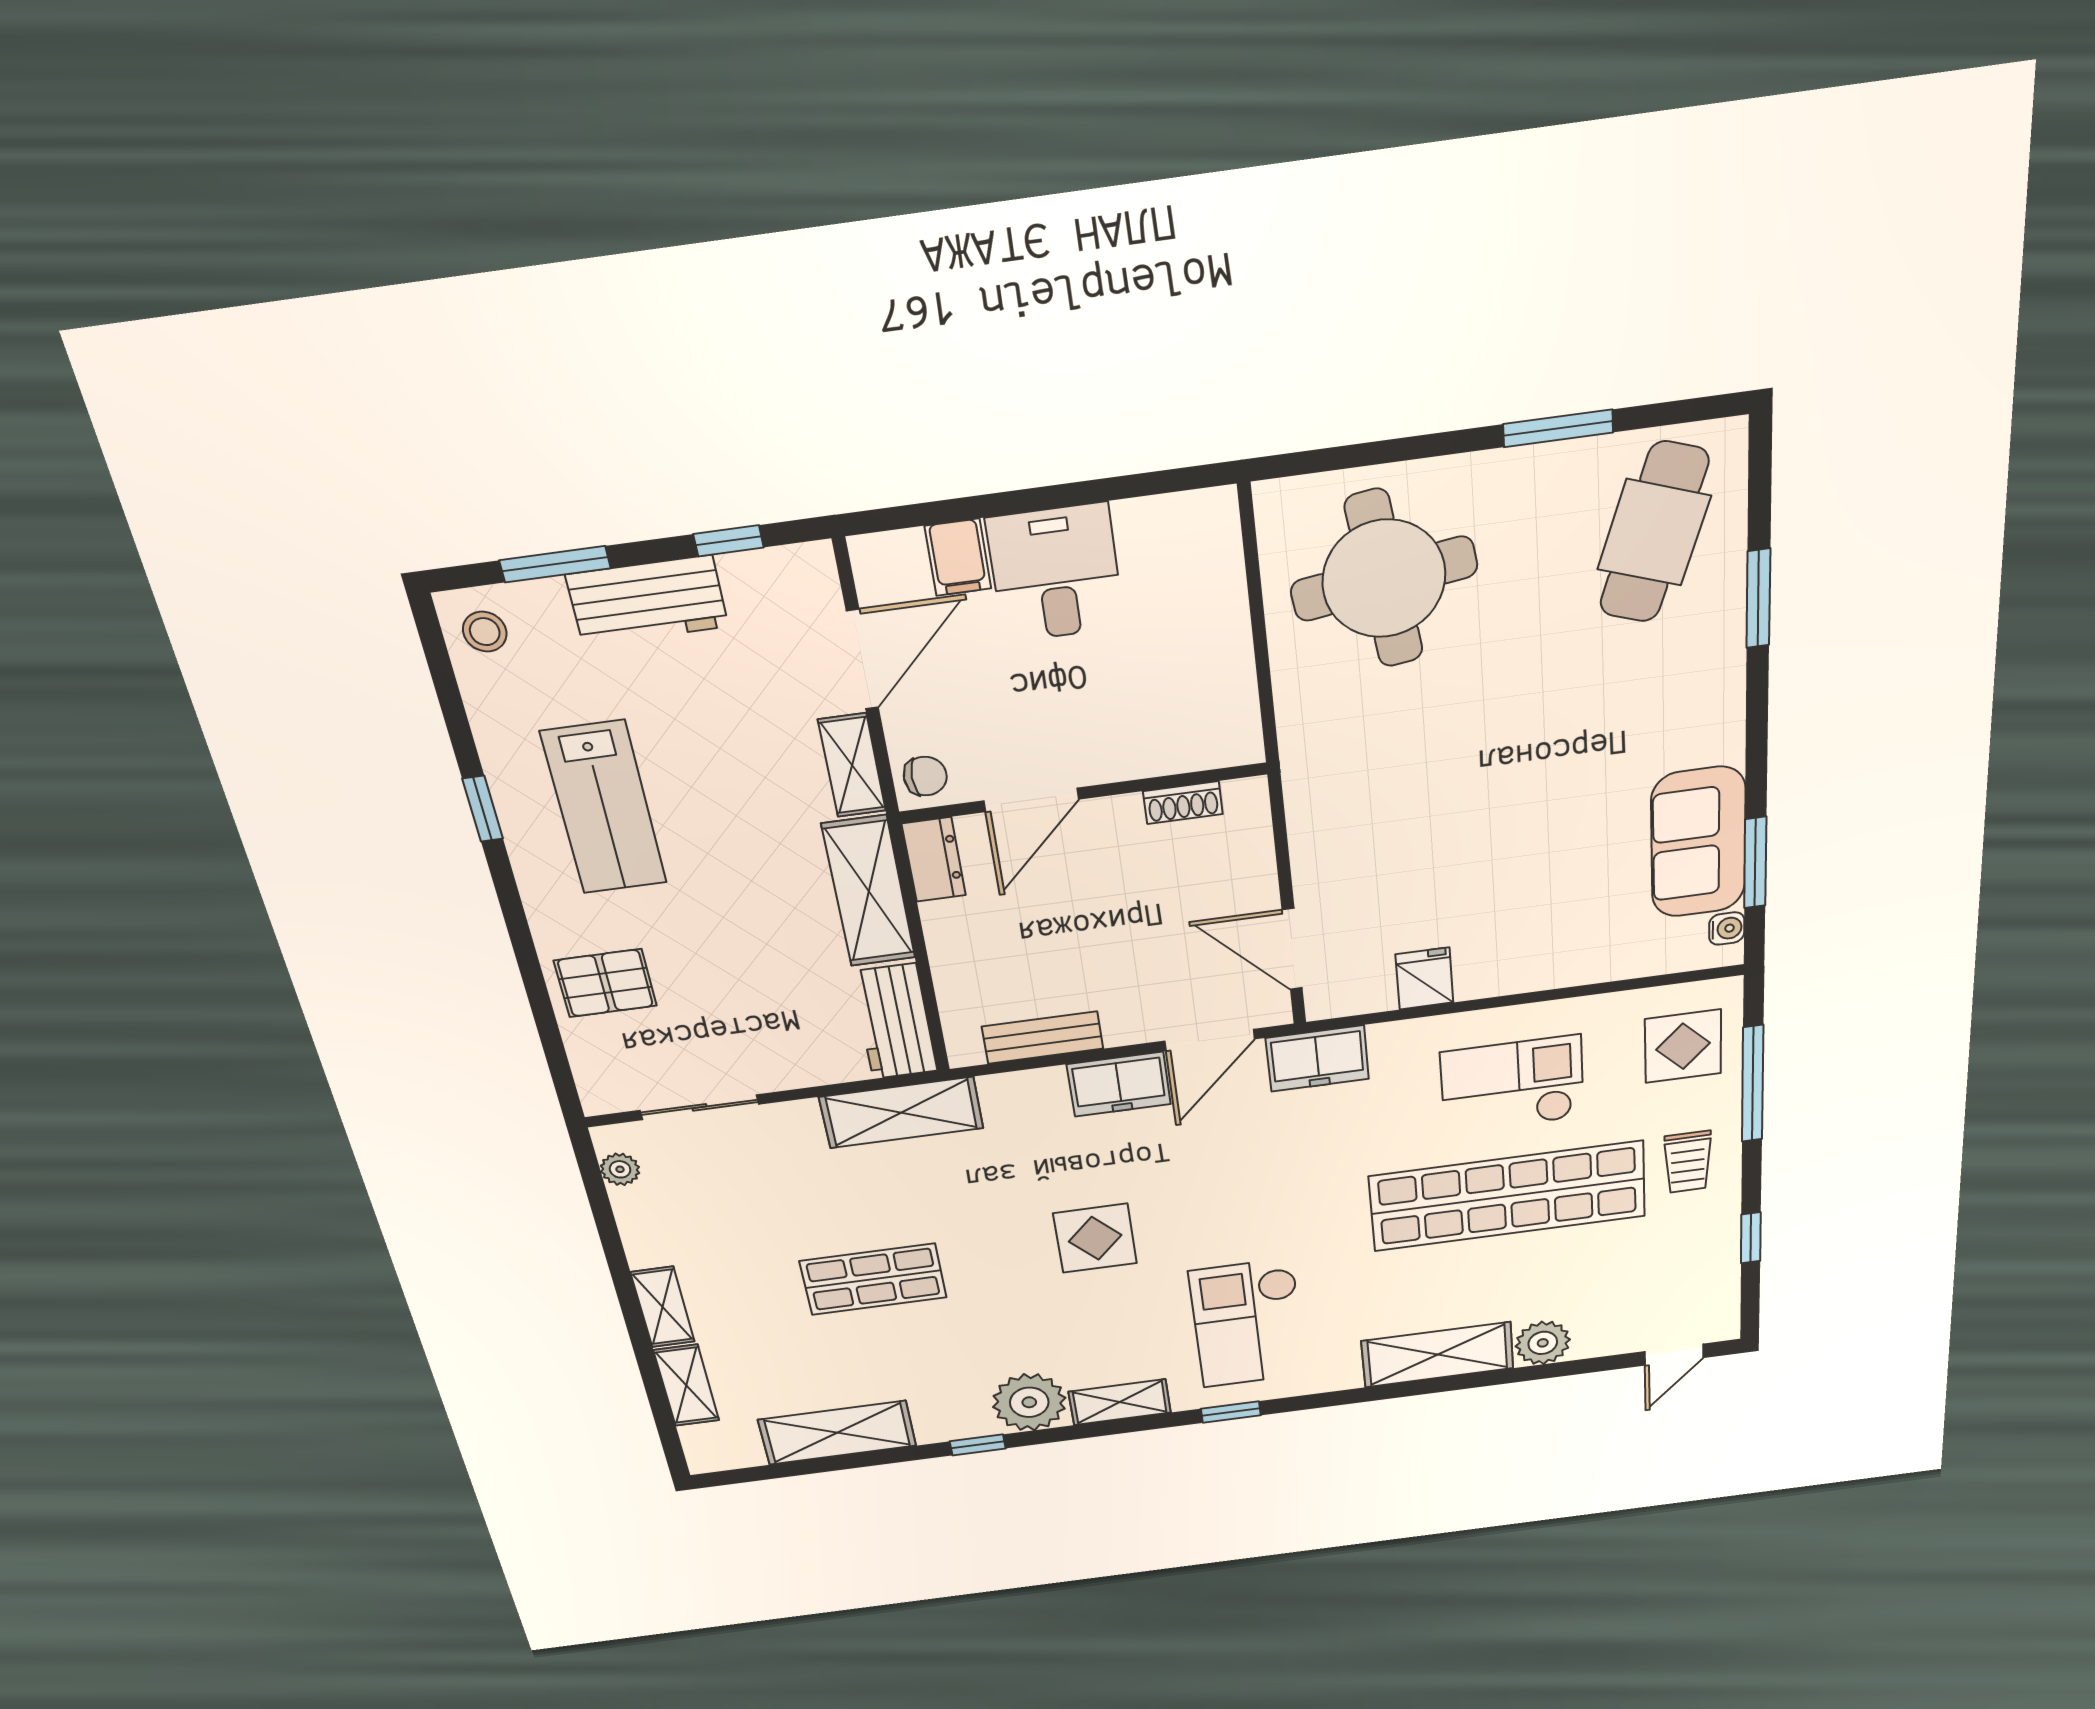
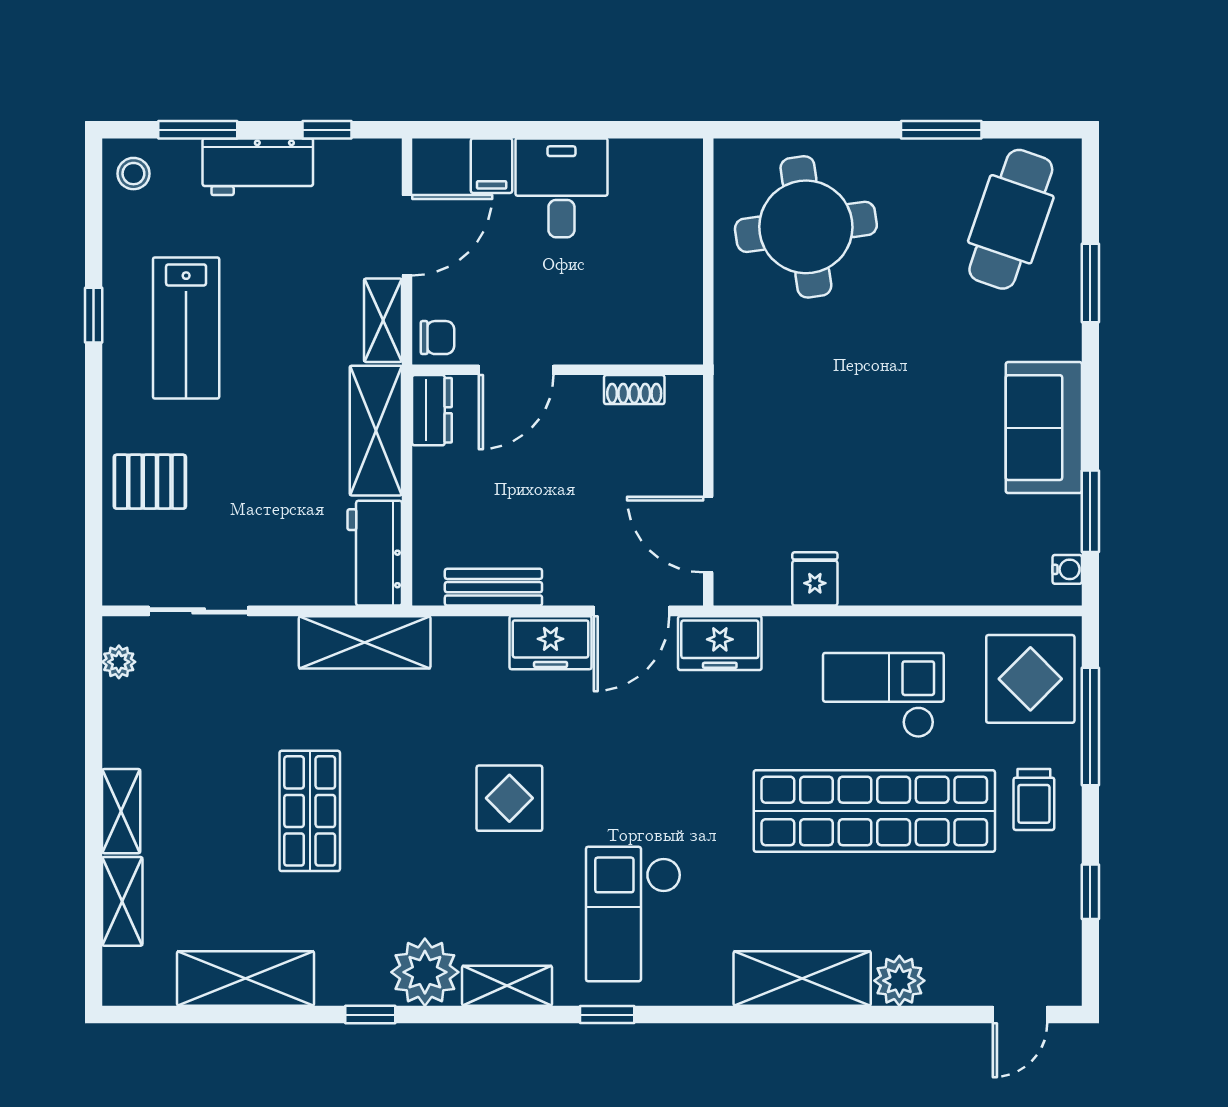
sofa: (1698, 842) -> (1044, 428), moved
display table: (1683, 1046) -> (1030, 679), width x1.36, depth x1.36
shop shelf: (873, 1279) -> (310, 811), turned 90

